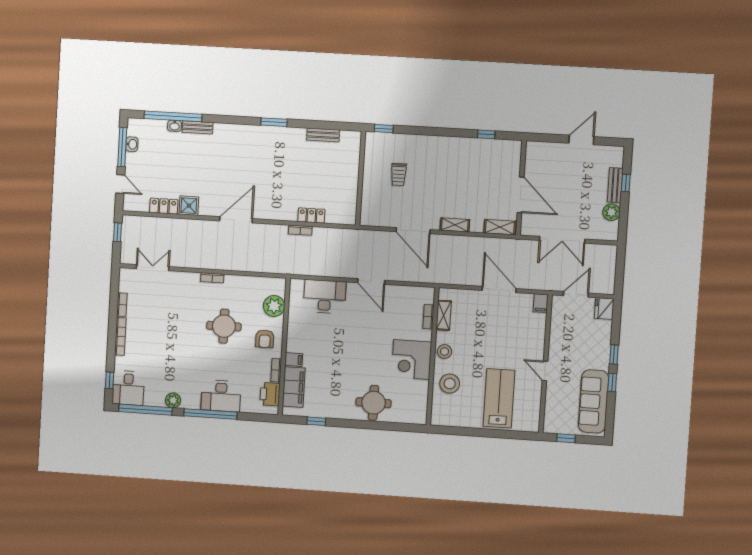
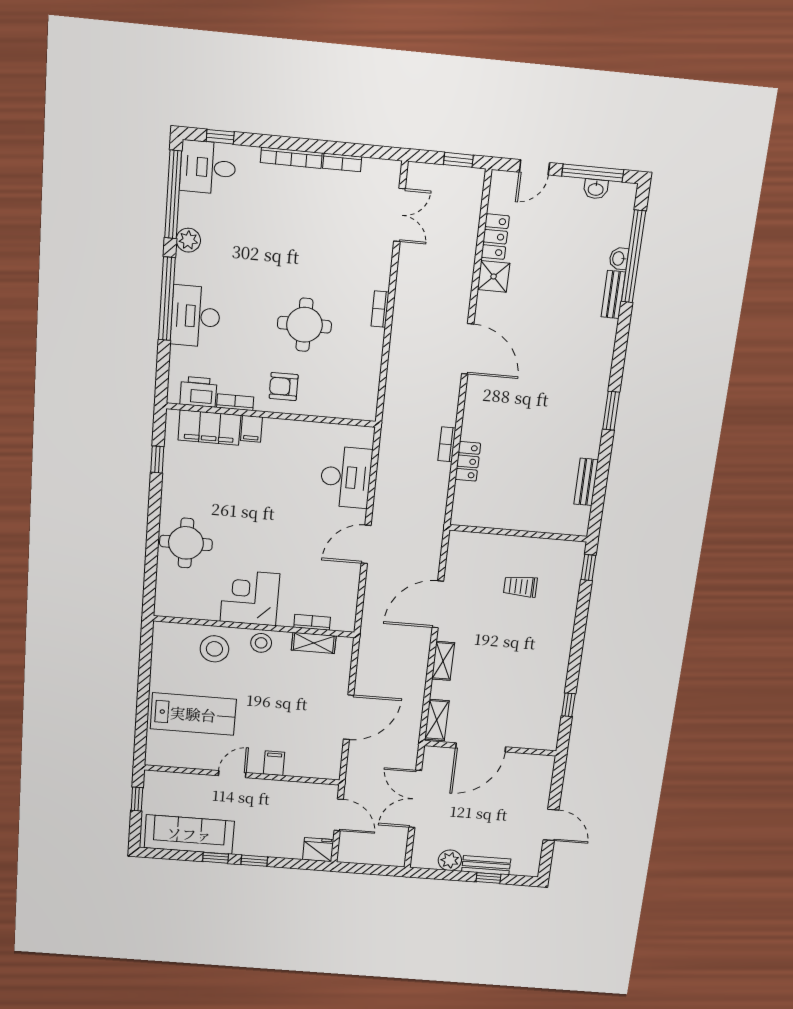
filing cabinet: (541, 303) -> (274, 763), moved, turned 90
plant: (274, 306) -> (334, 402), removed

